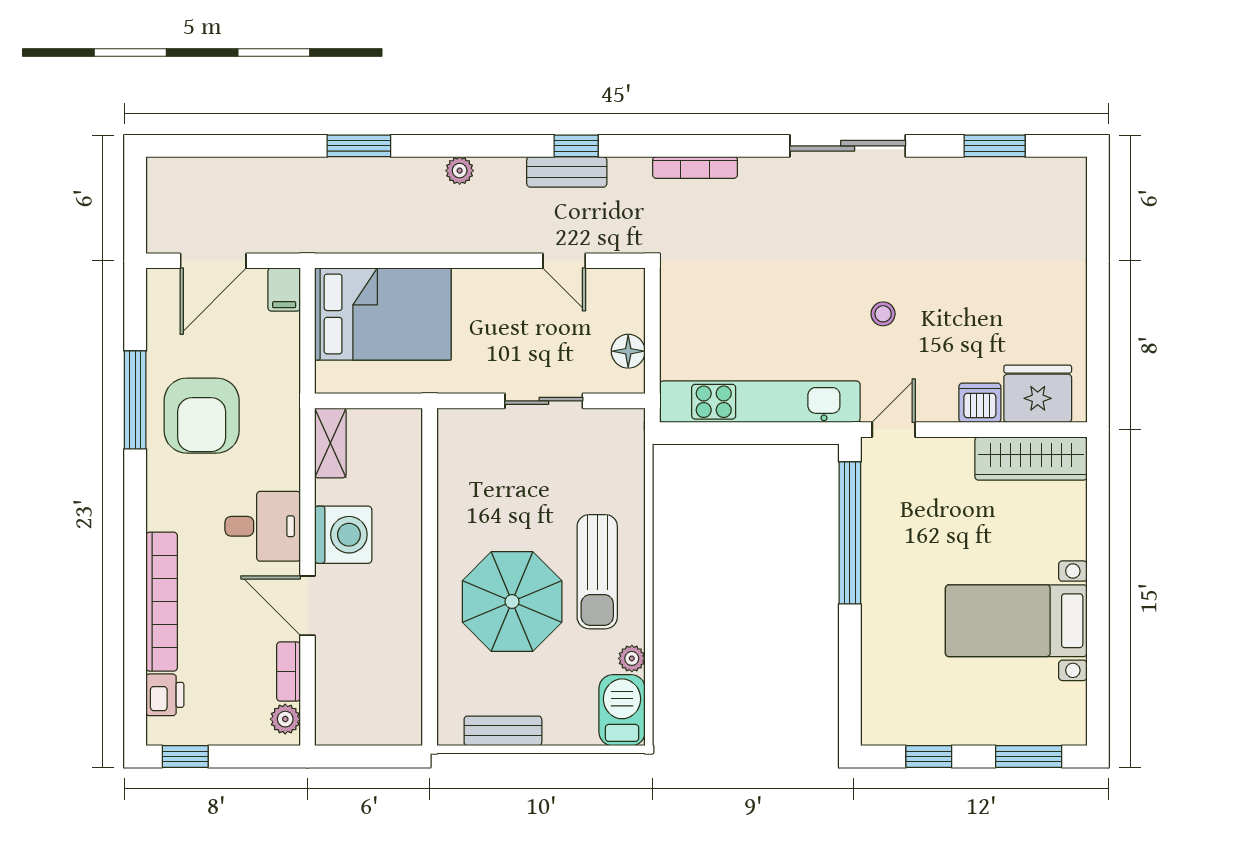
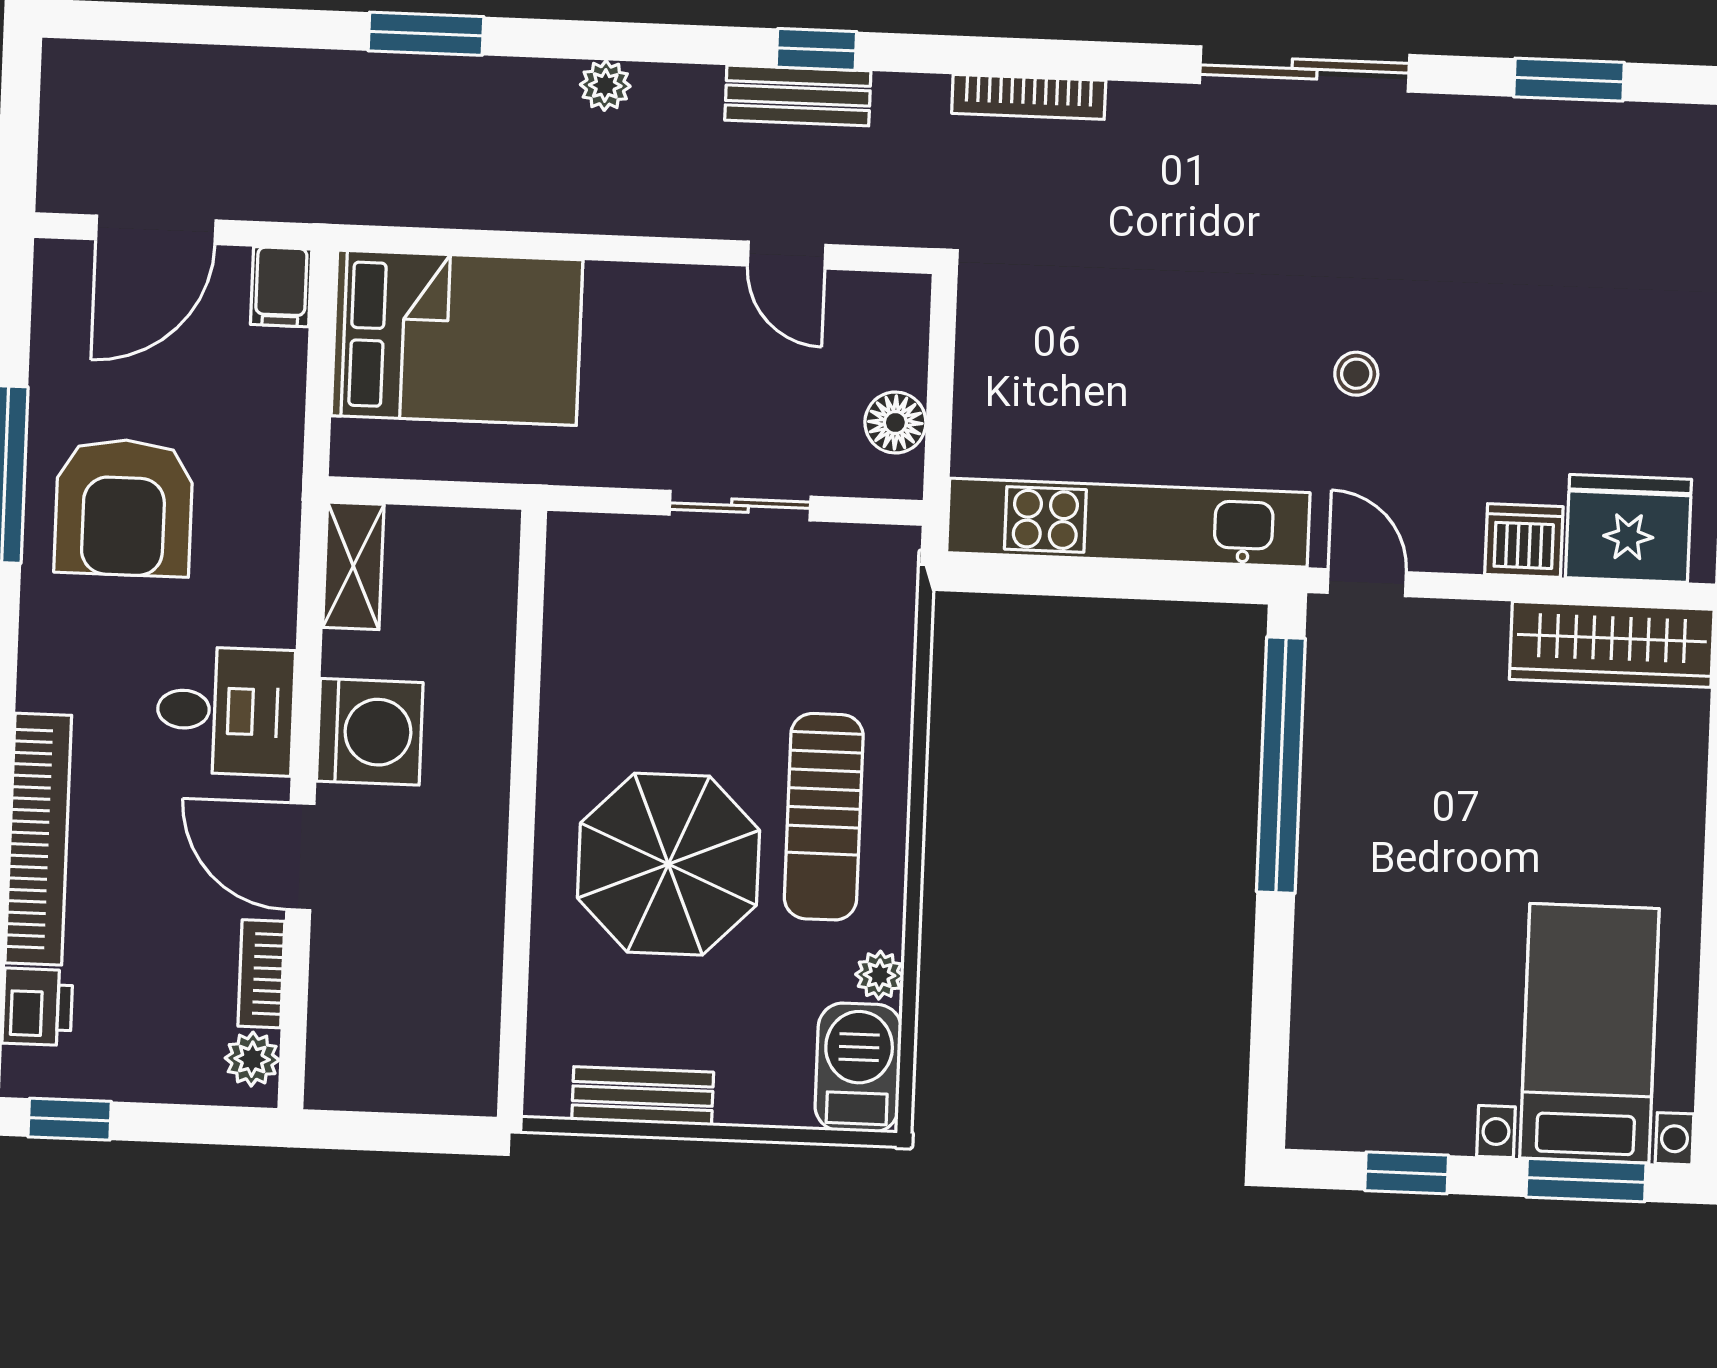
door: (894, 430) -> (1367, 583), hinge flipped
bed with nightstands: (1016, 621) -> (1589, 1033), moved, turned 90

